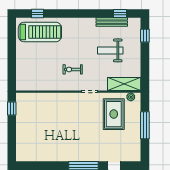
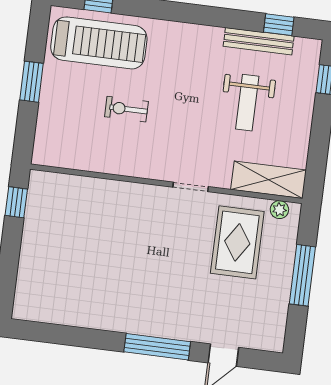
weight bench: (110, 50) -> (247, 103), turned -90
window: (12, 53) -> (32, 82), added
exercise bike: (73, 69) -> (126, 109), moved

